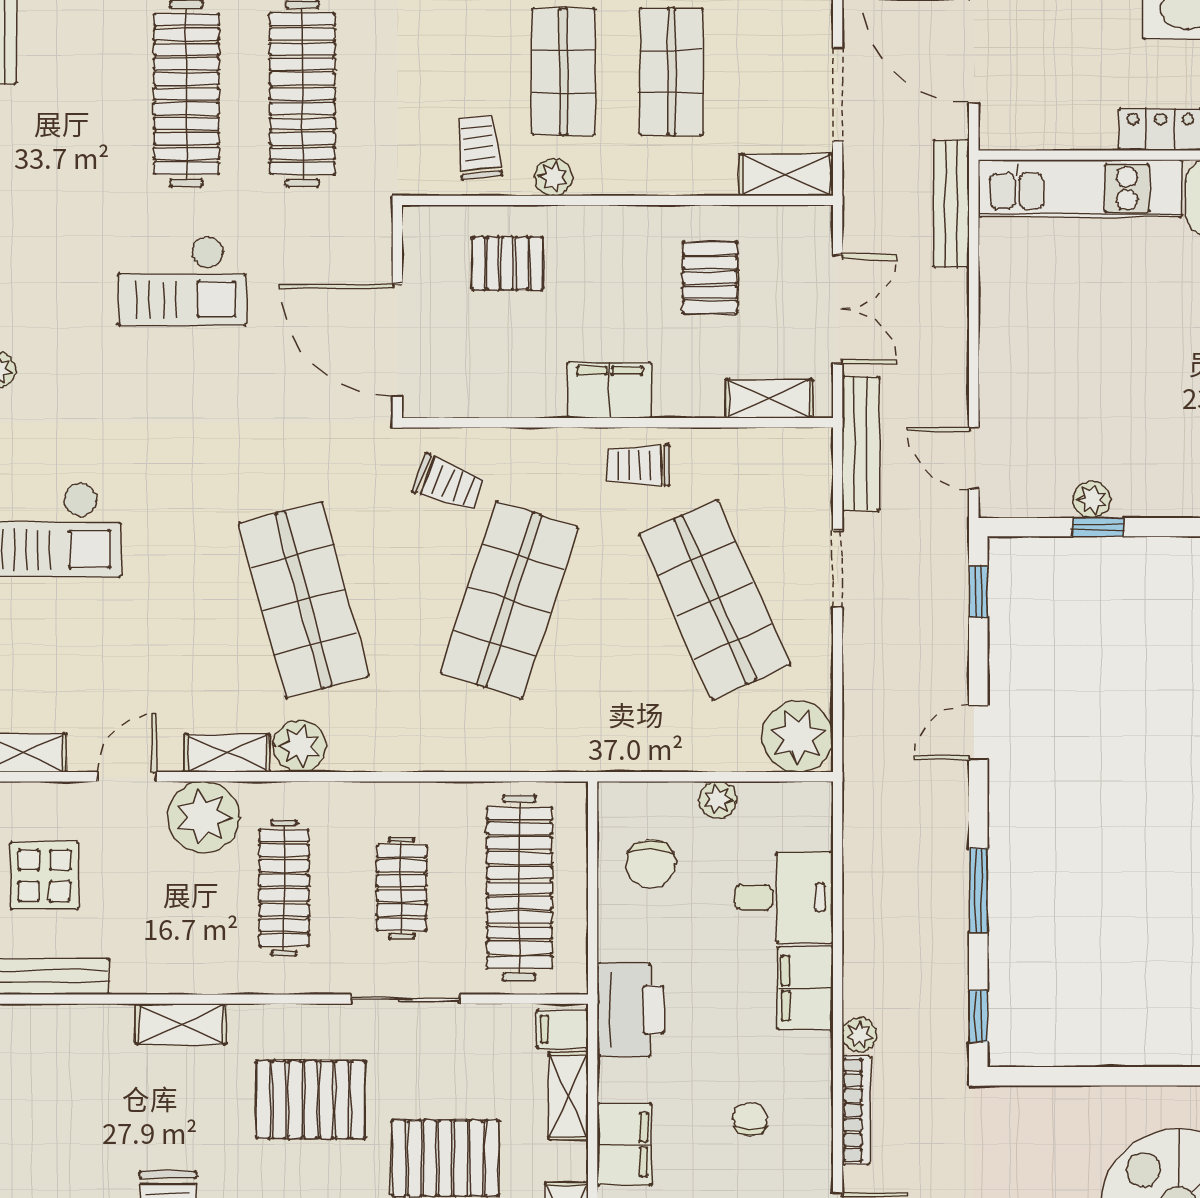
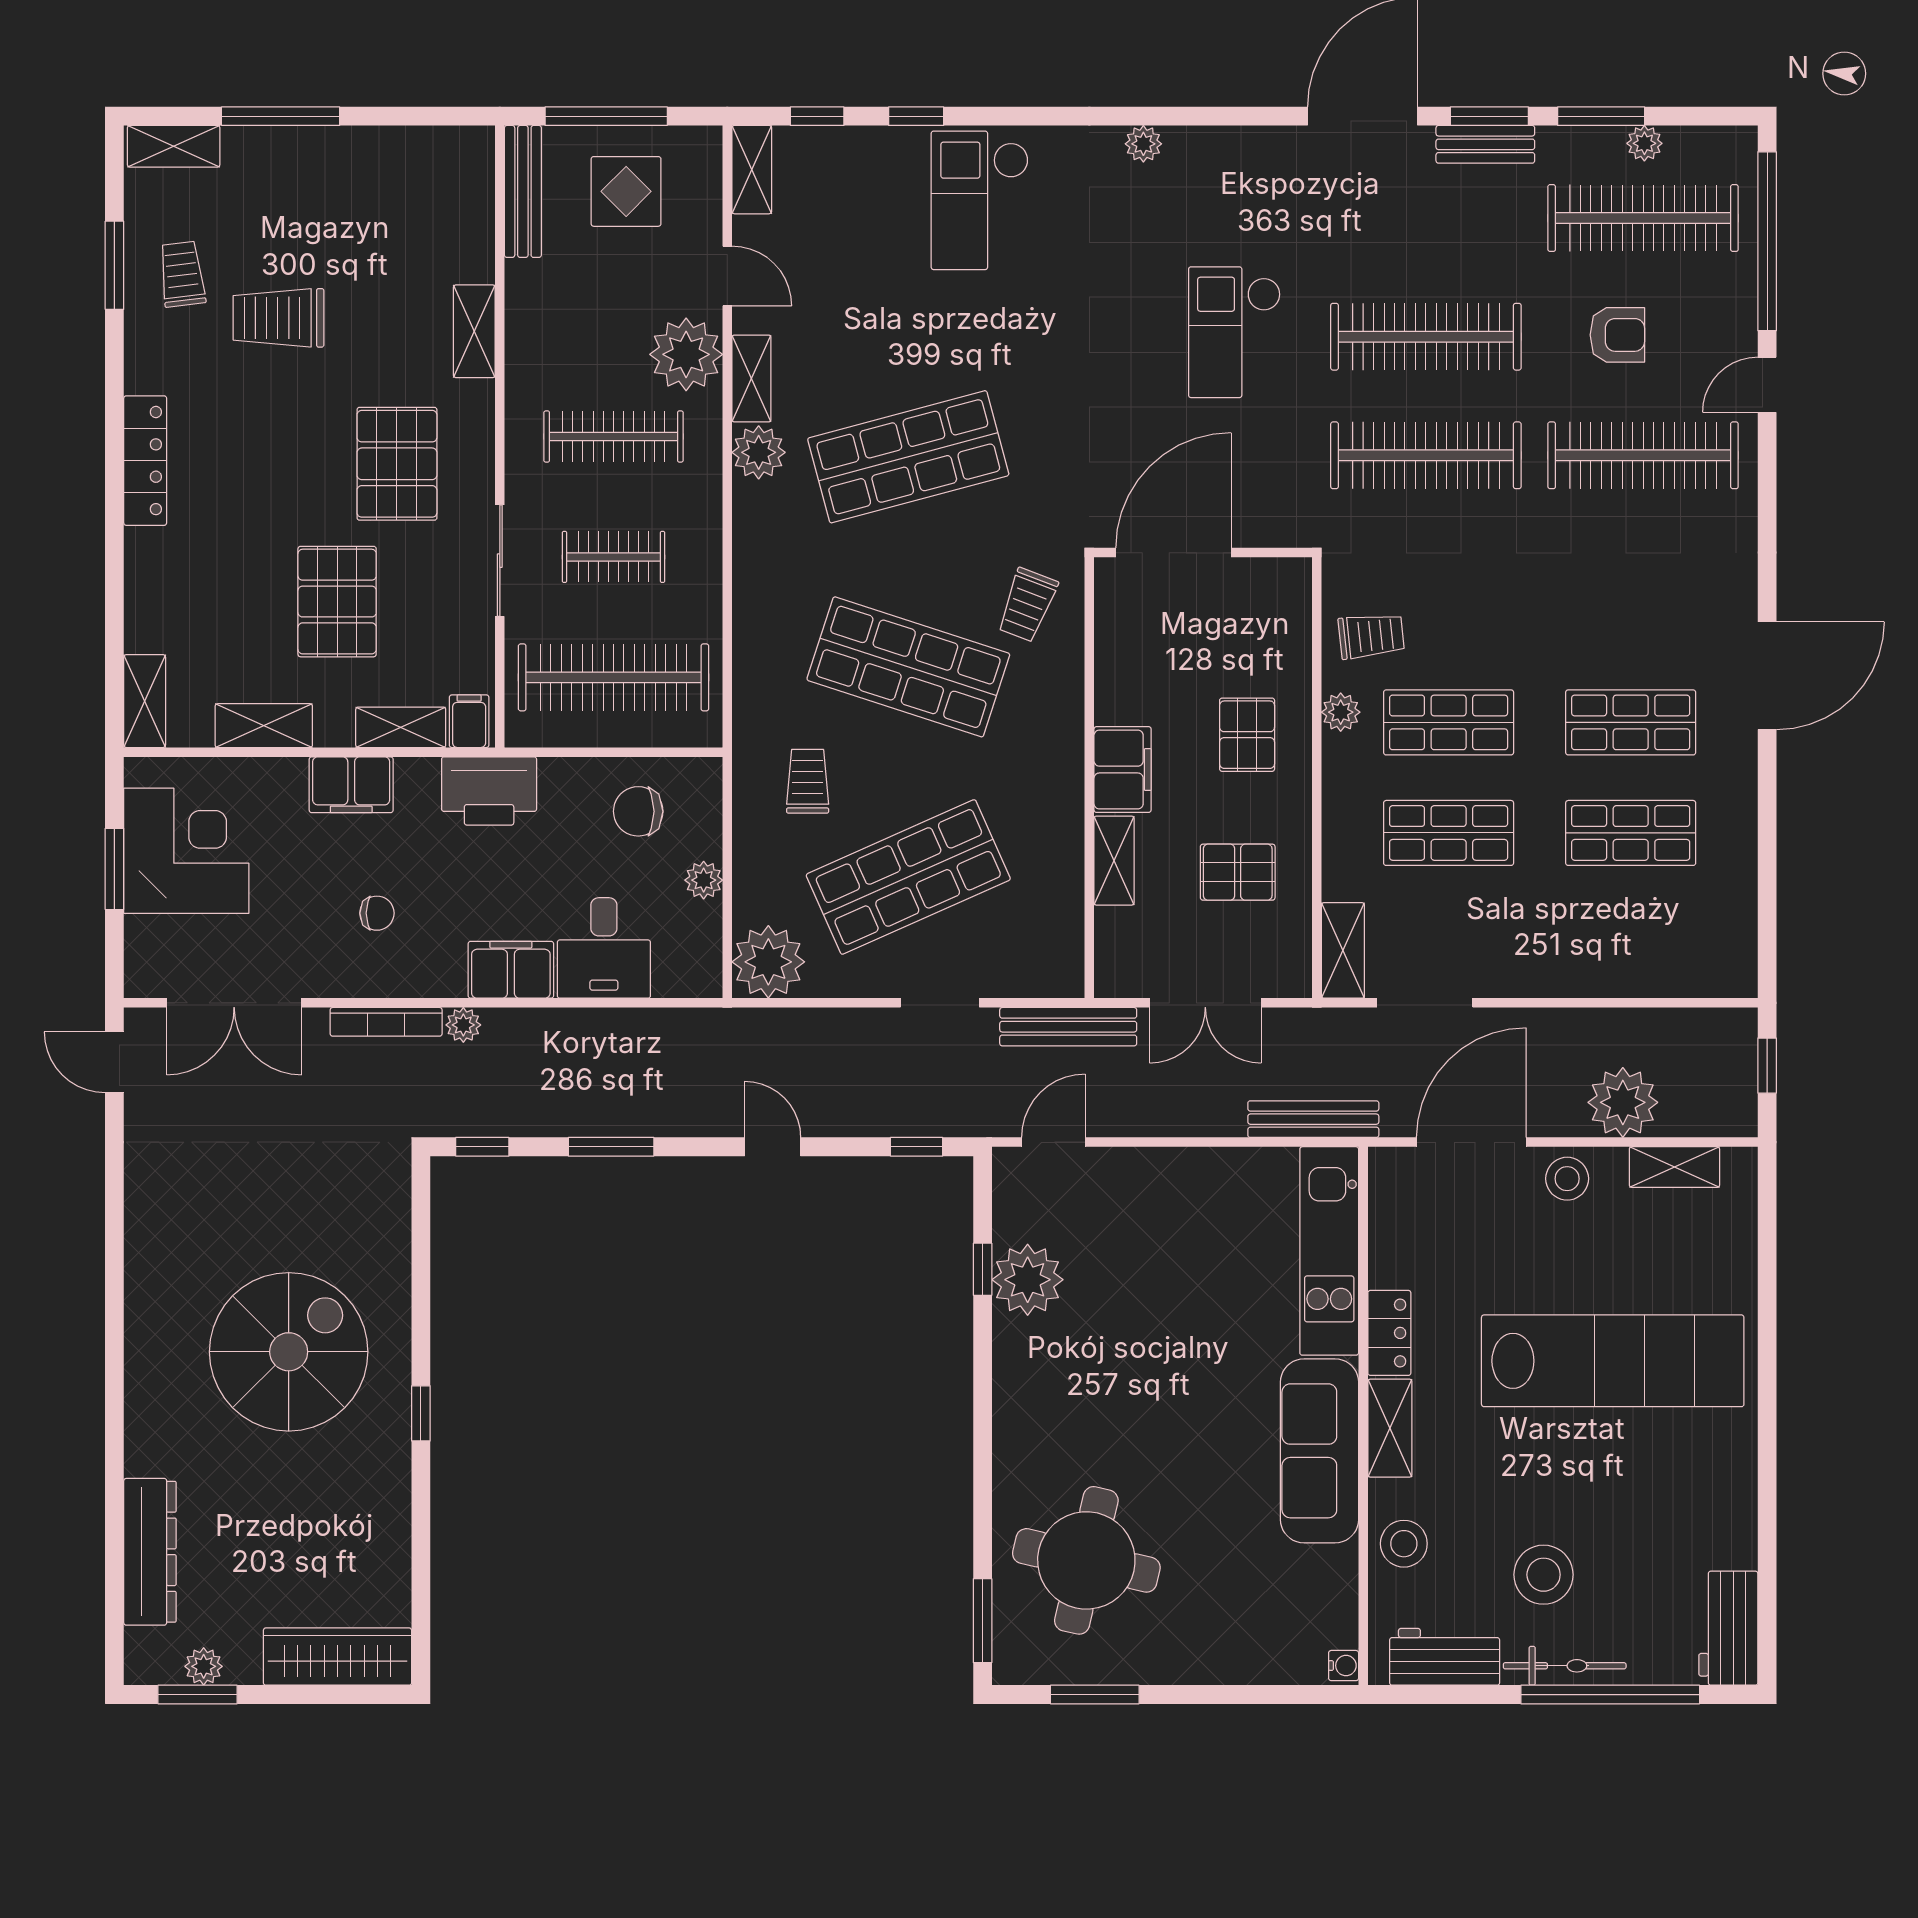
pallet: (508, 263) -> (1247, 735), moved
shelving: (769, 399) -> (1114, 861), moved
trolley: (638, 465) -> (808, 781), moved
plant: (1092, 499) -> (1028, 1280), width x1.88, depth x1.88

